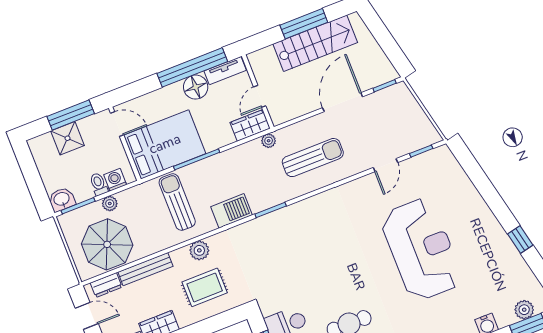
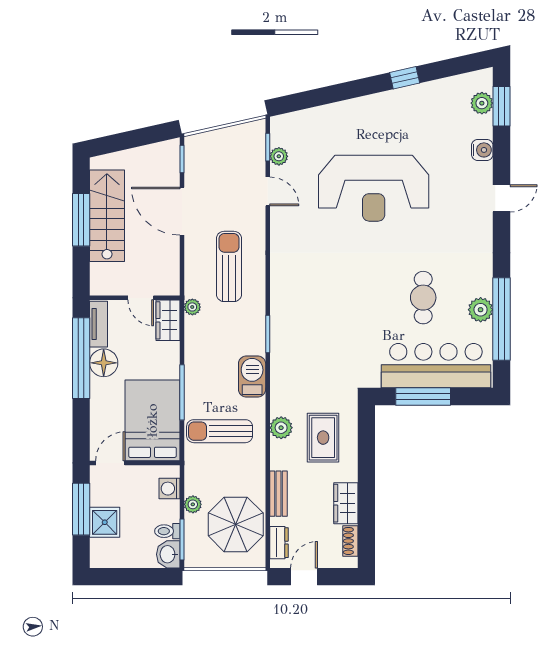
plant: (417, 163) -> (279, 156), added
toilet: (99, 184) -> (167, 531), moved
reception desk: (421, 249) -> (374, 188), turned 180
bench: (145, 269) -> (279, 494), width x0.73

